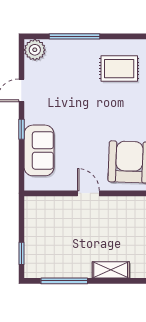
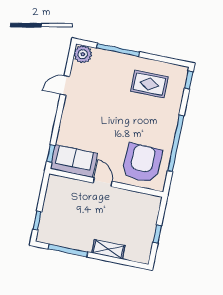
window: (21, 129) -> (51, 154), moved
sofa: (39, 150) -> (74, 161), moved, turned -90

